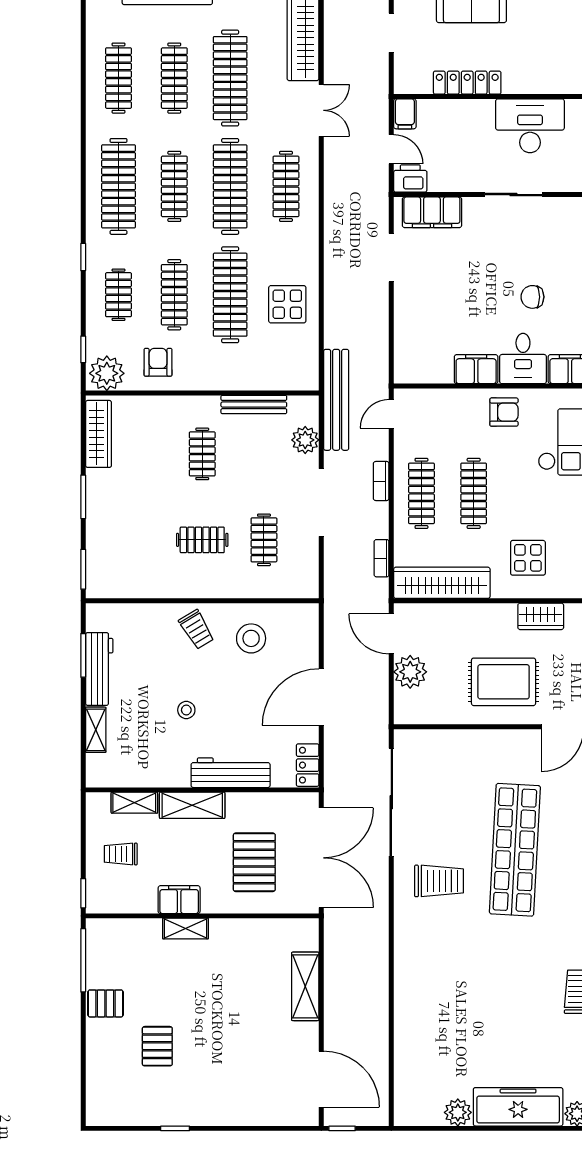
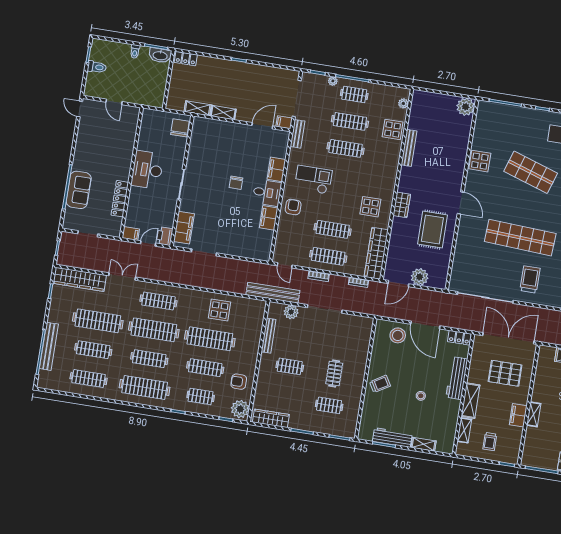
clothes rail: (264, 540) -> (329, 405), moved
stool: (251, 638) -> (398, 335), moved

